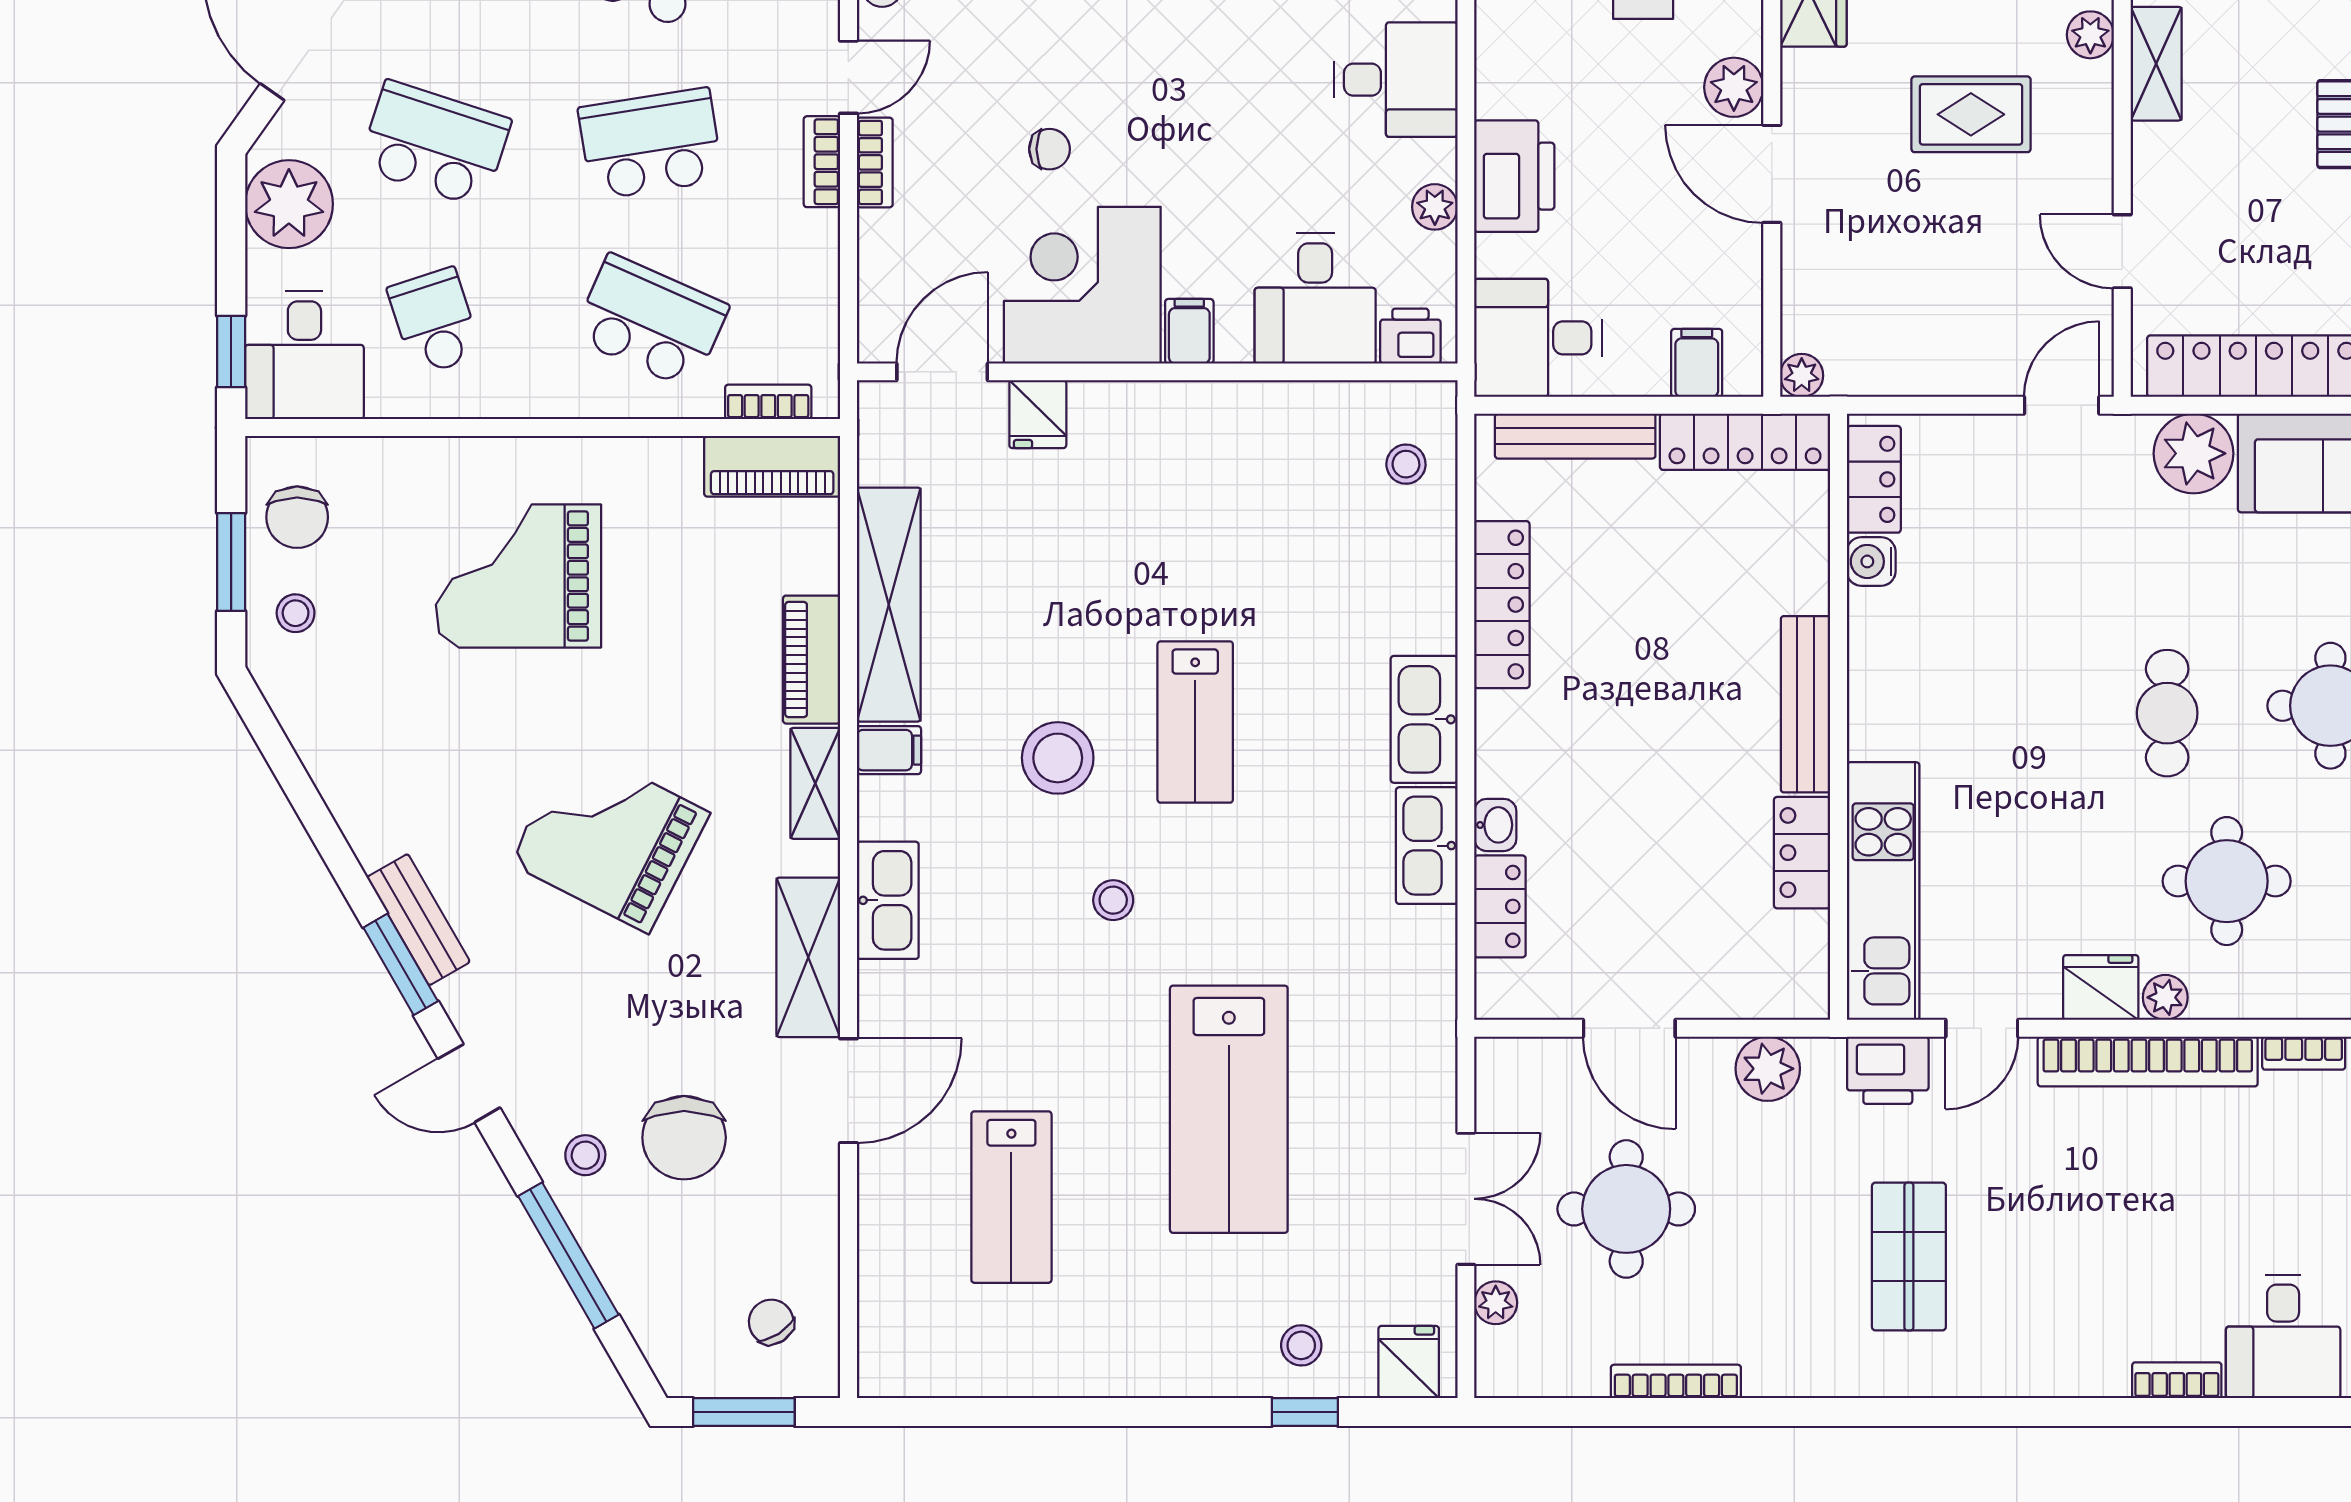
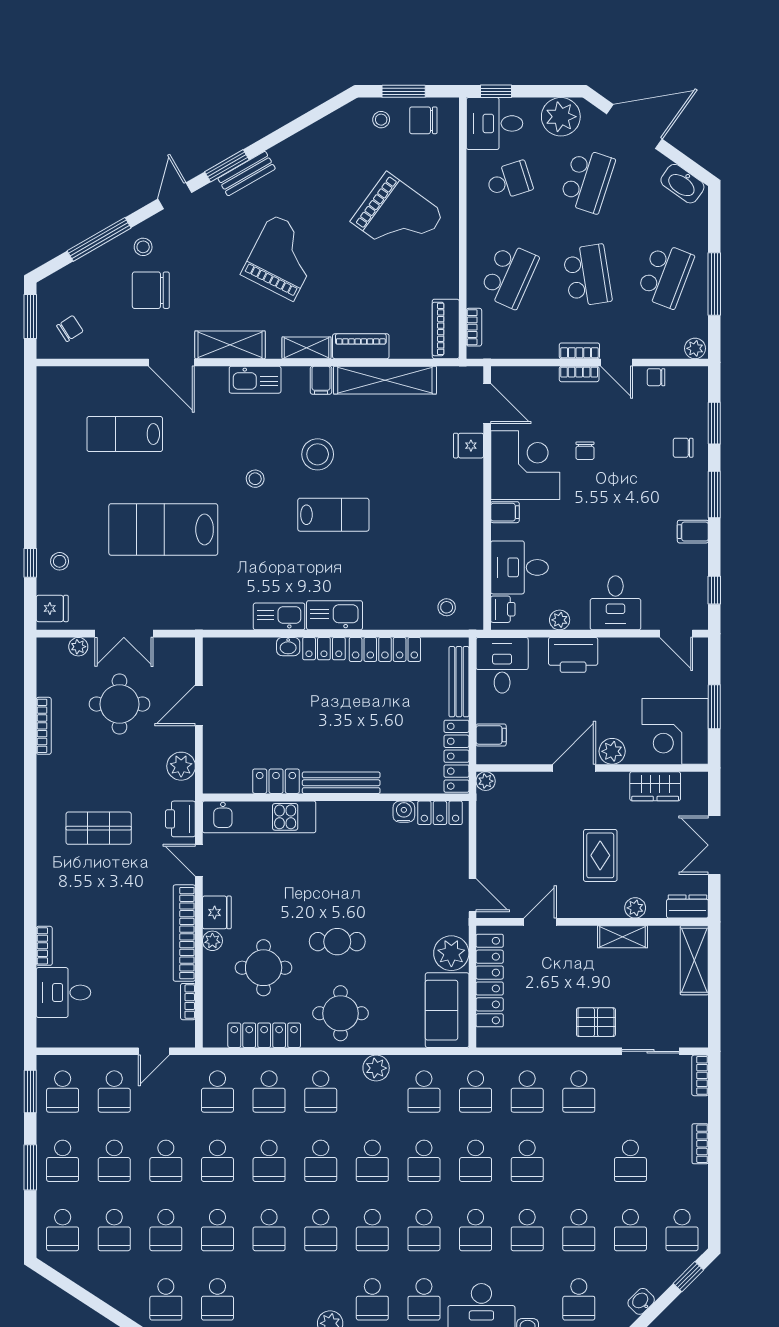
grand piano: (518, 576) -> (397, 217), turned 126
lab bench: (1195, 722) -> (333, 515), turned 180
locker: (1500, 906) -> (324, 649), moved

